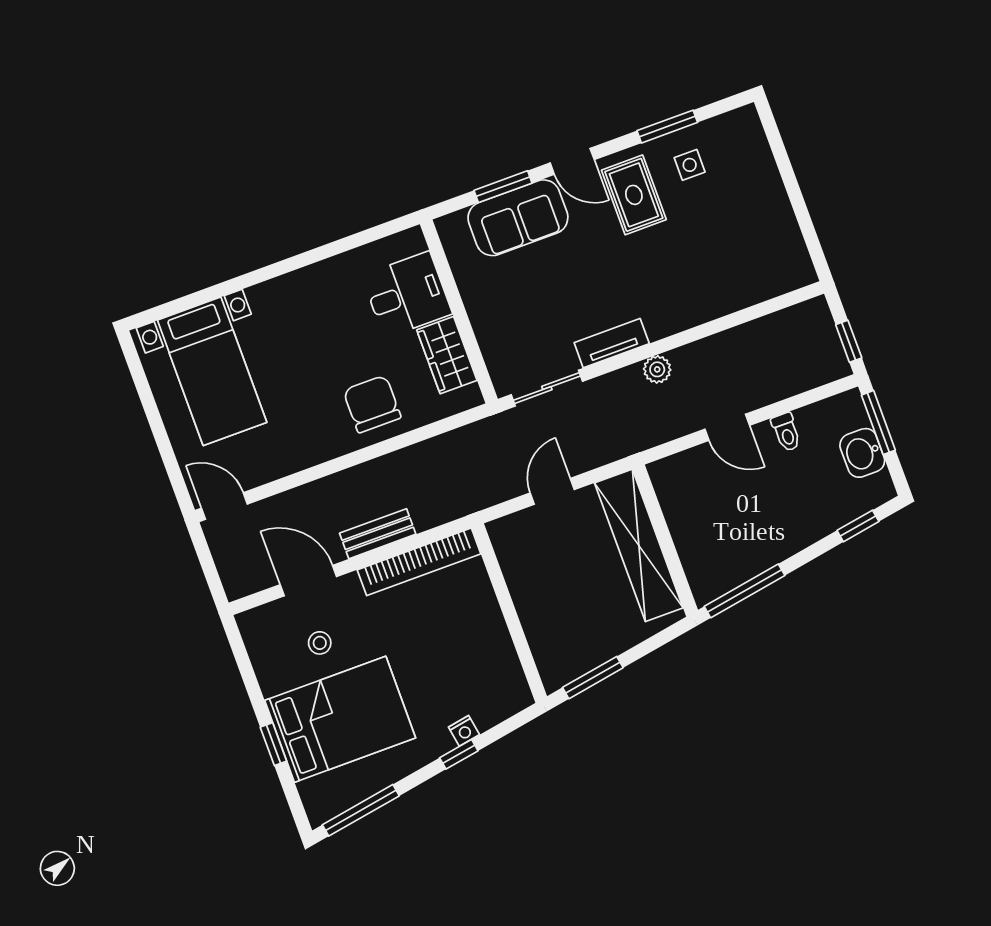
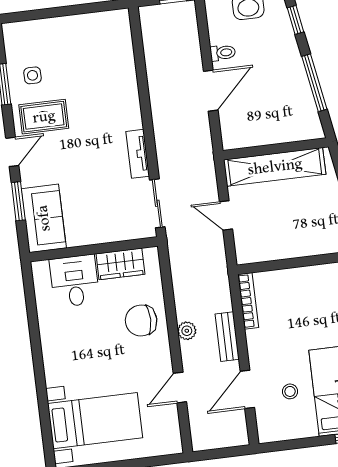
sofa: (518, 218) -> (44, 218), moved
plant: (657, 369) -> (187, 331), moved
door: (727, 427) -> (211, 91), width x1.37
door: (224, 506) -> (180, 388), moved
bookcase: (419, 562) -> (248, 301), width x0.68, depth x0.76
window: (745, 591) -> (314, 83), moved

